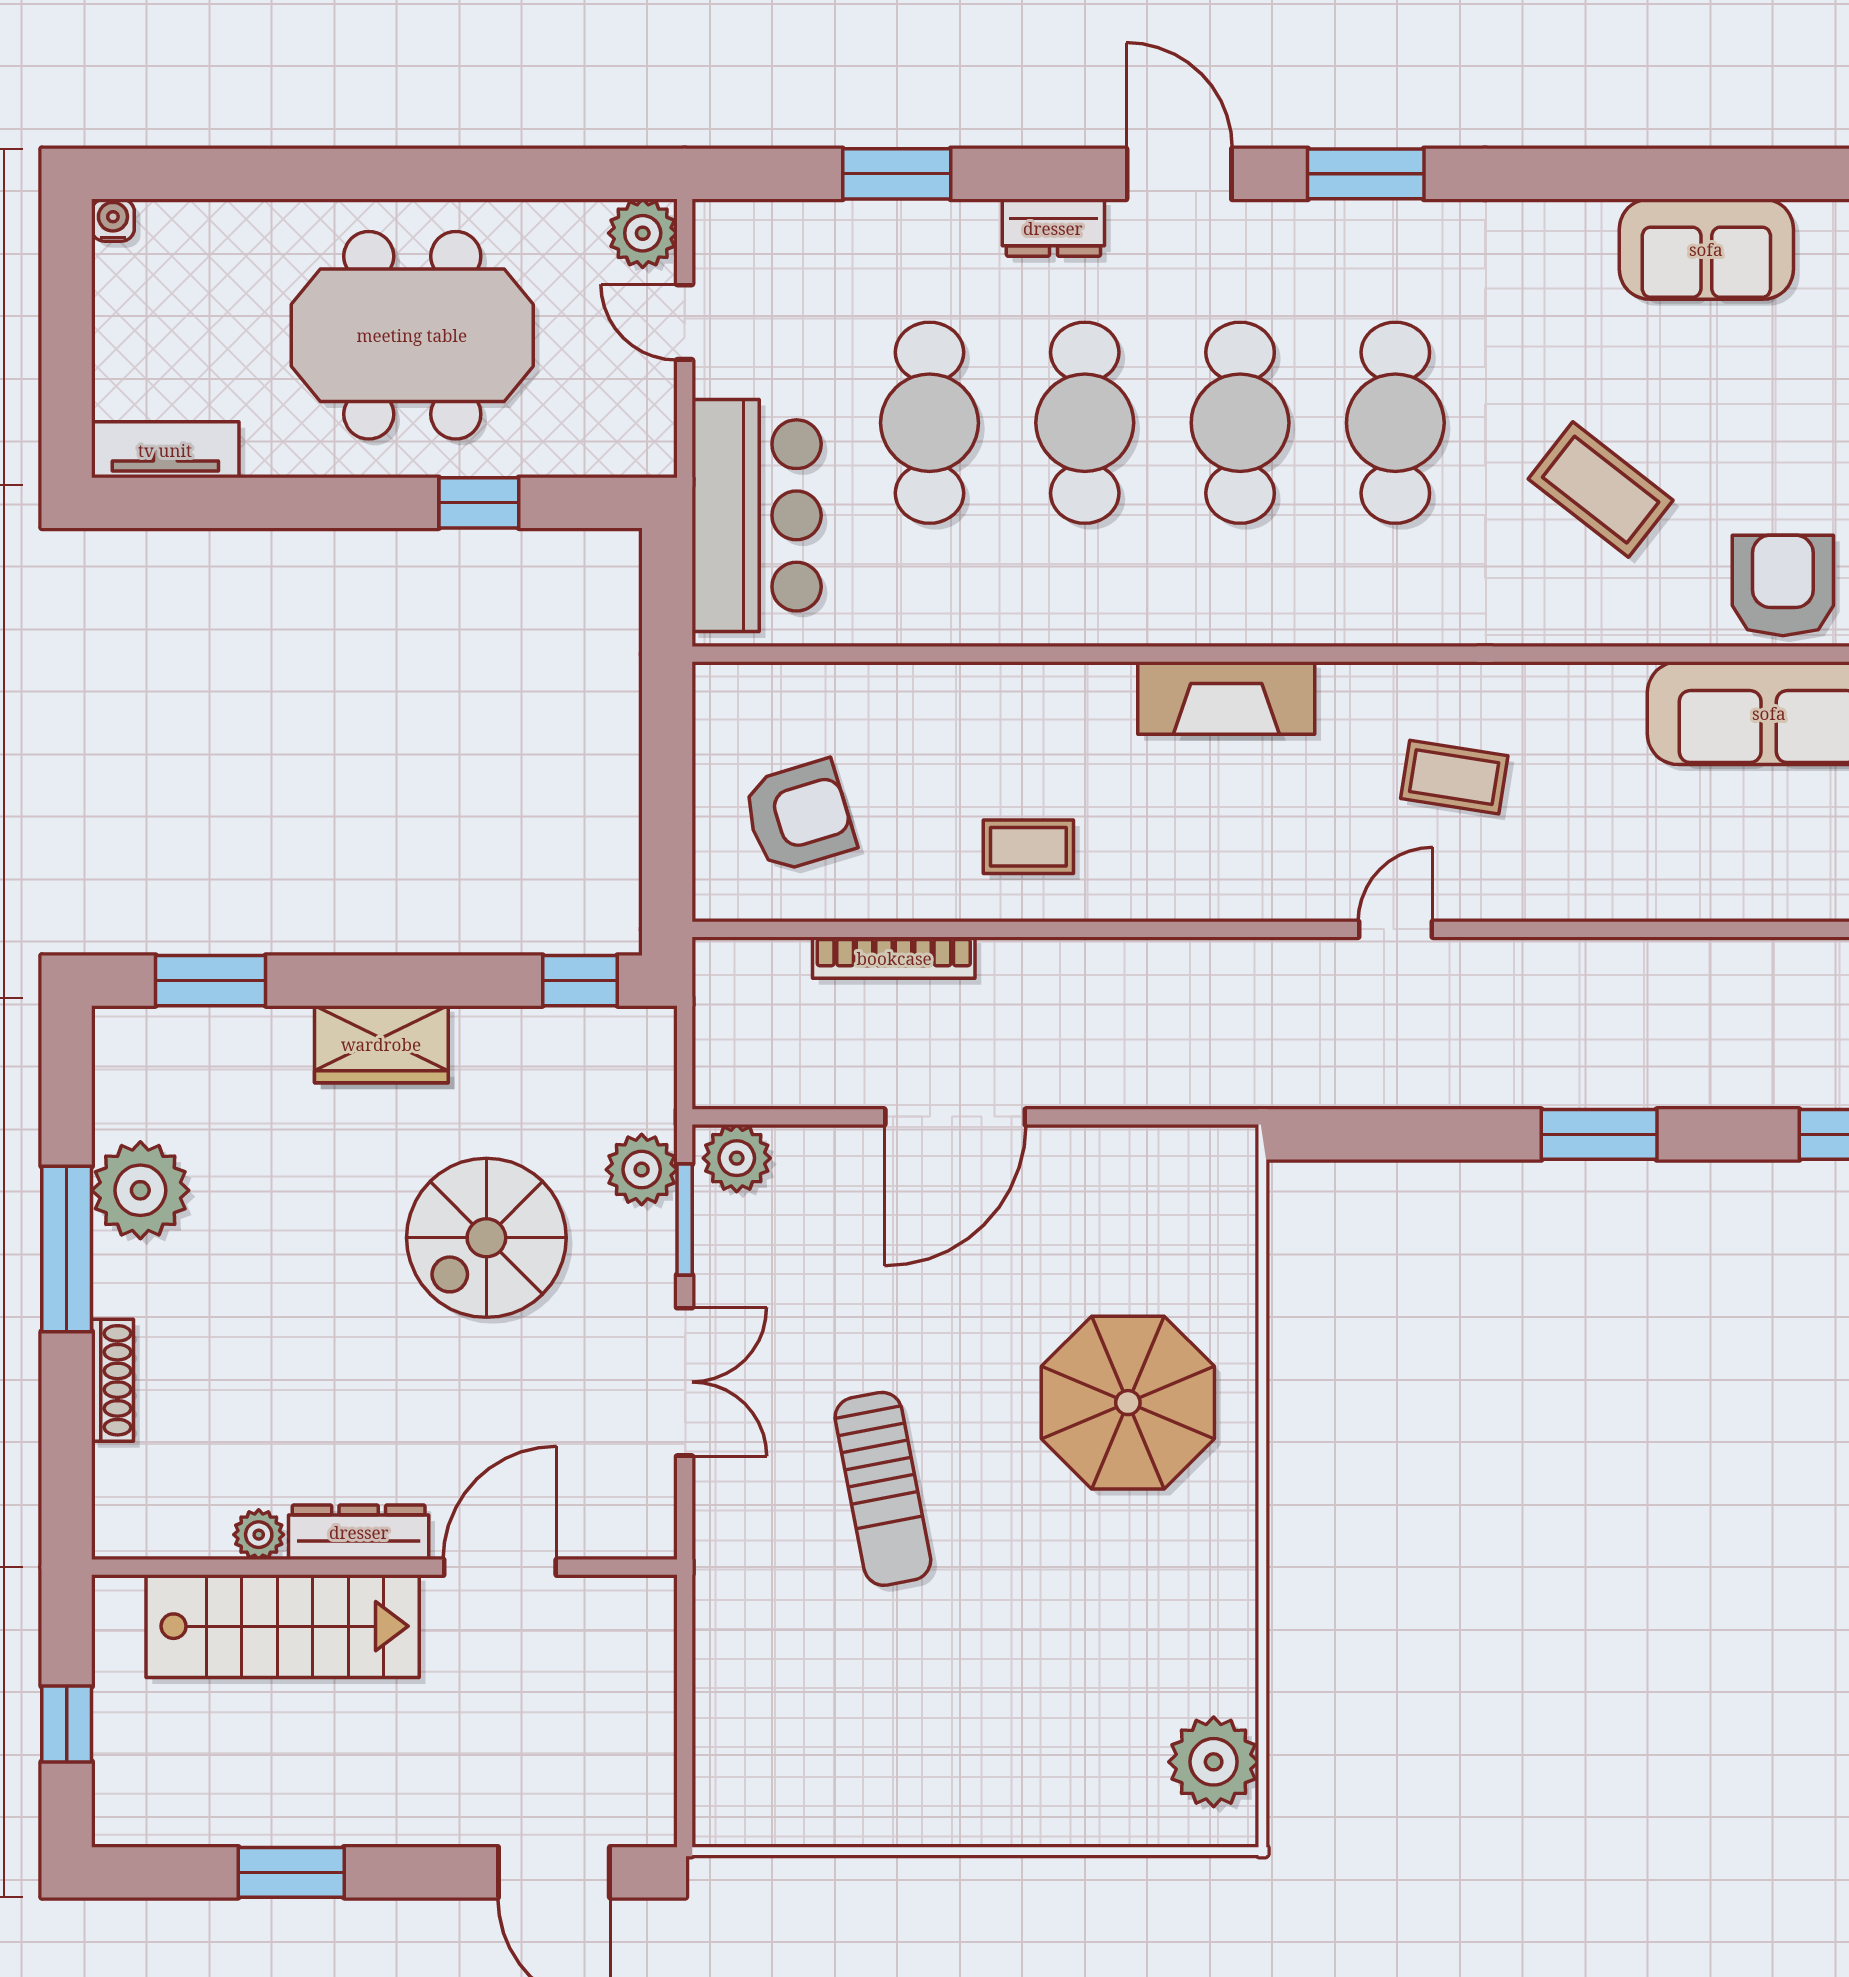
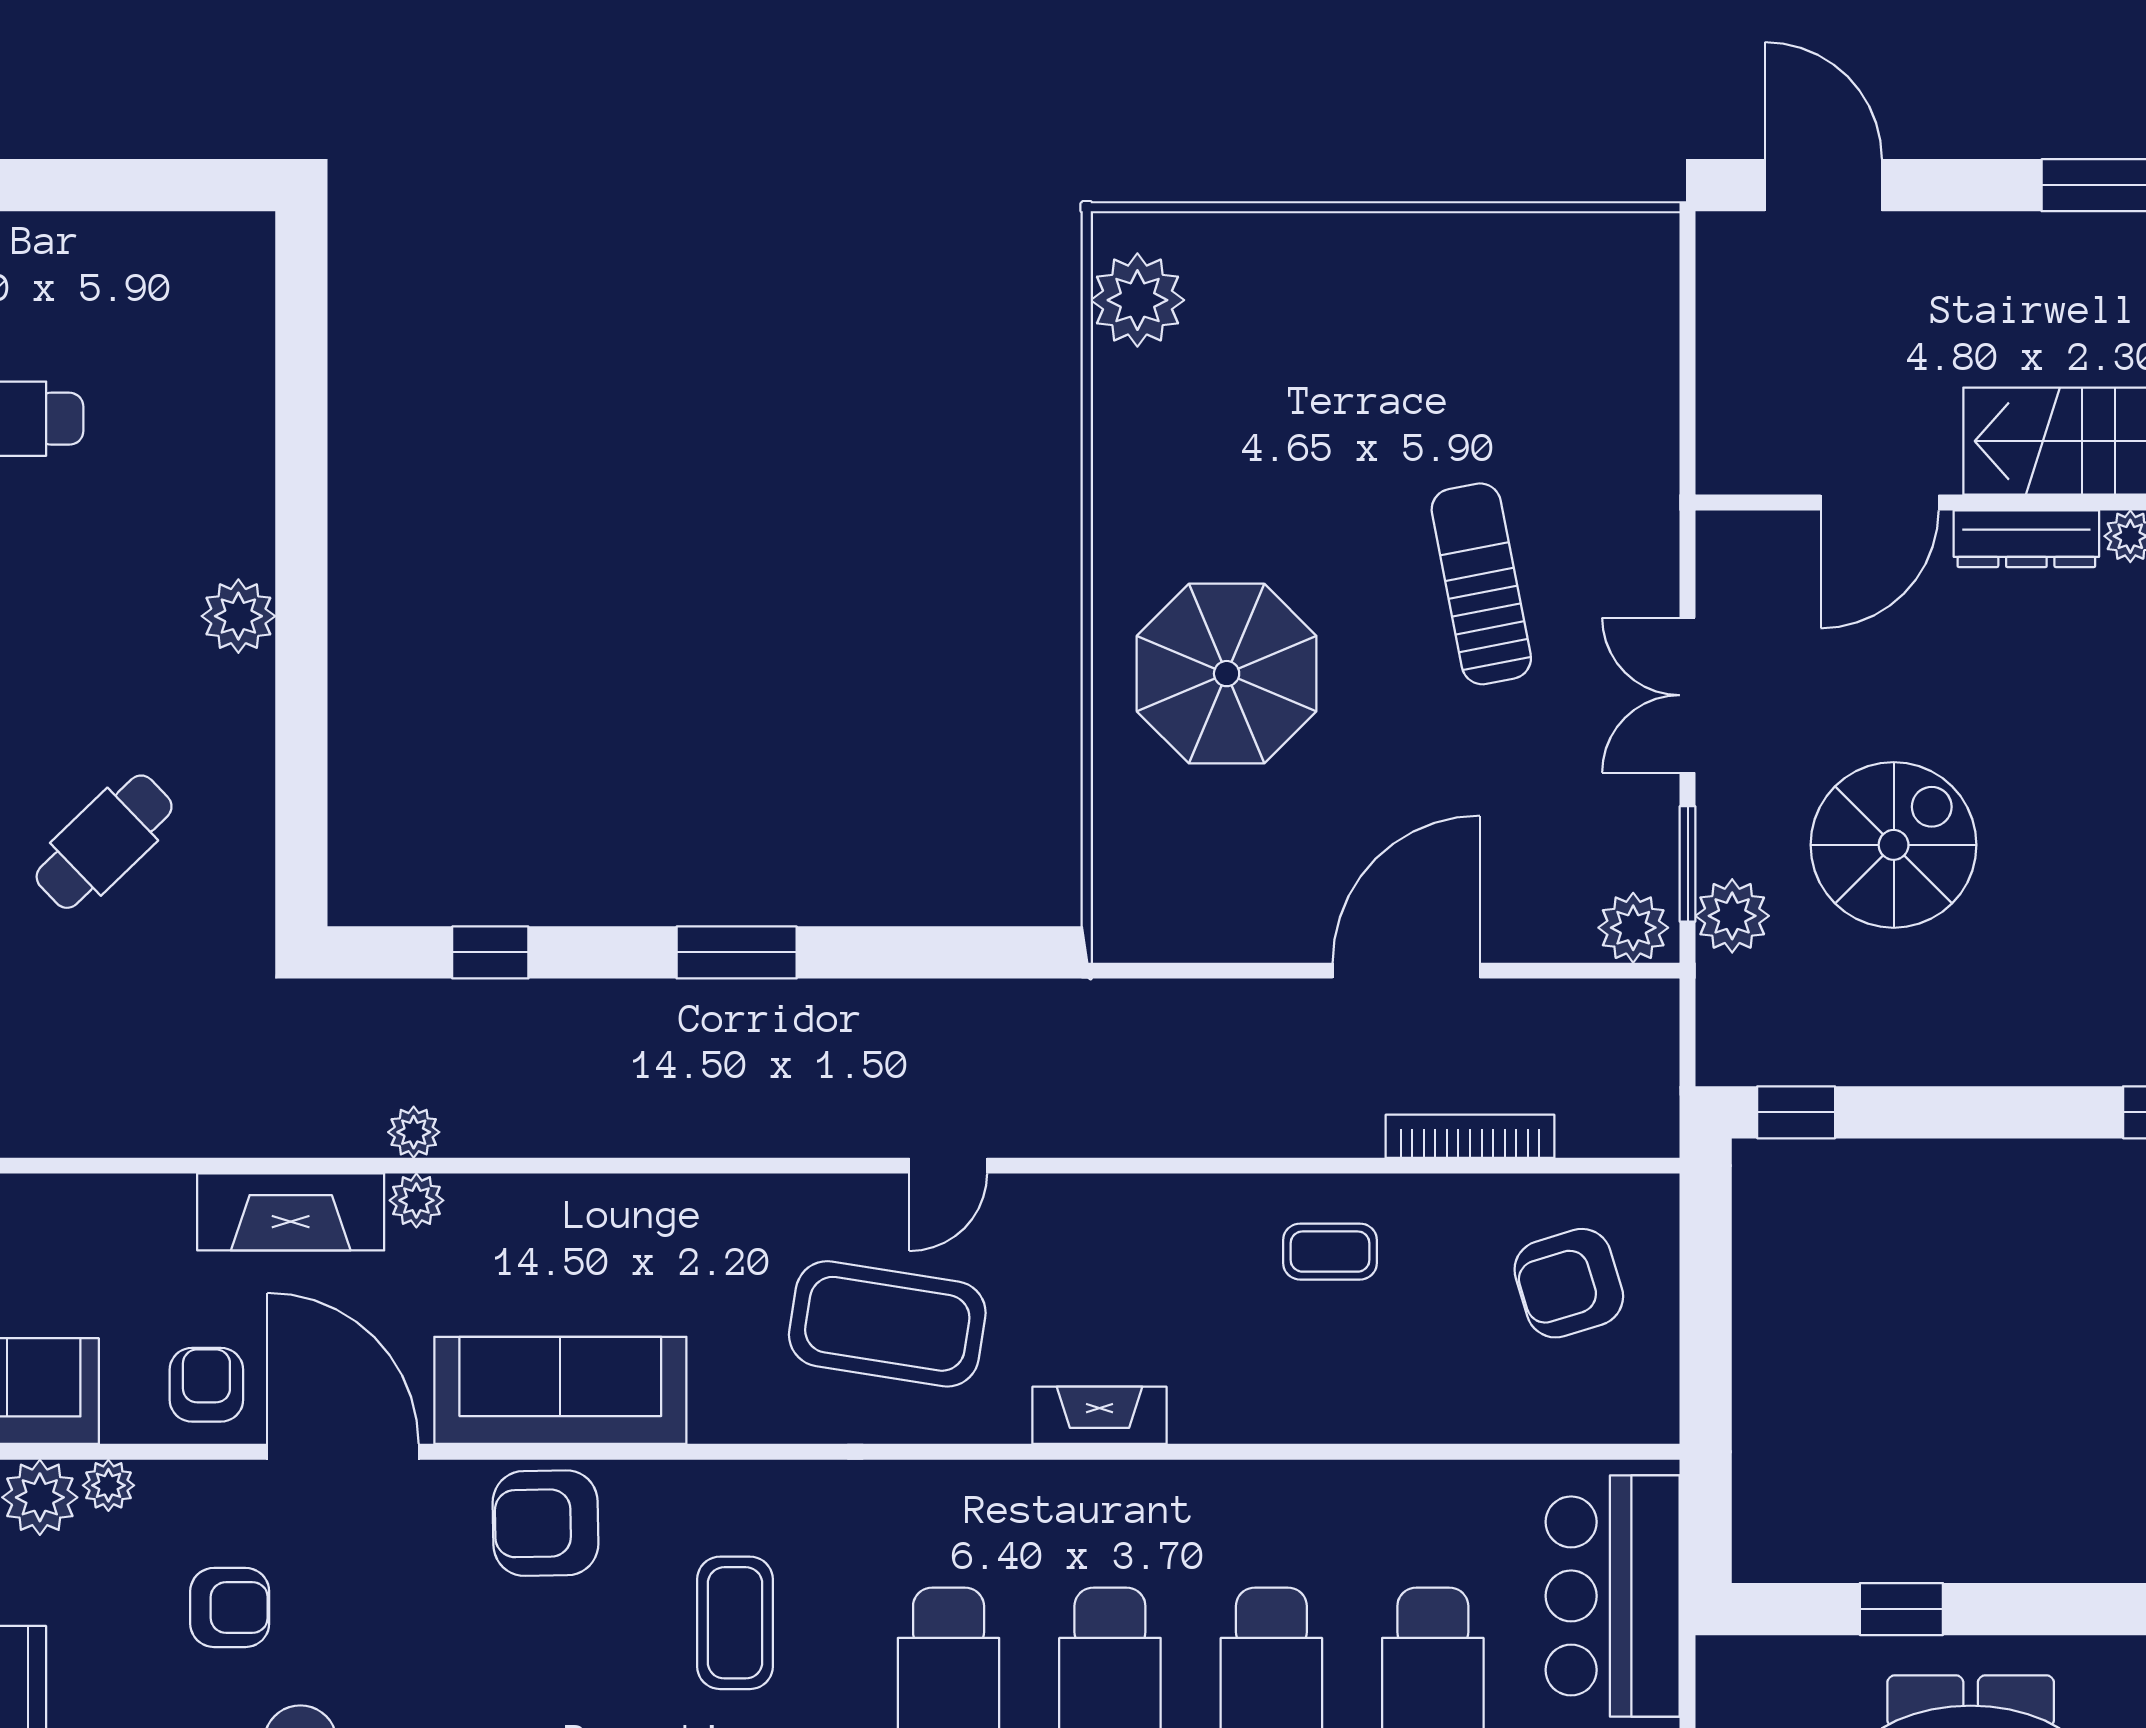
coffee table: (1601, 490) -> (735, 1623), turned 52
armchair: (1783, 585) -> (545, 1523), turned 89
fireplace: (1226, 698) -> (1099, 1415), width x0.73, depth x0.76
coffee table: (1454, 777) -> (887, 1324), width x1.86, depth x1.72
wardrobe: (381, 1044) -> (2003, 1046), removed

